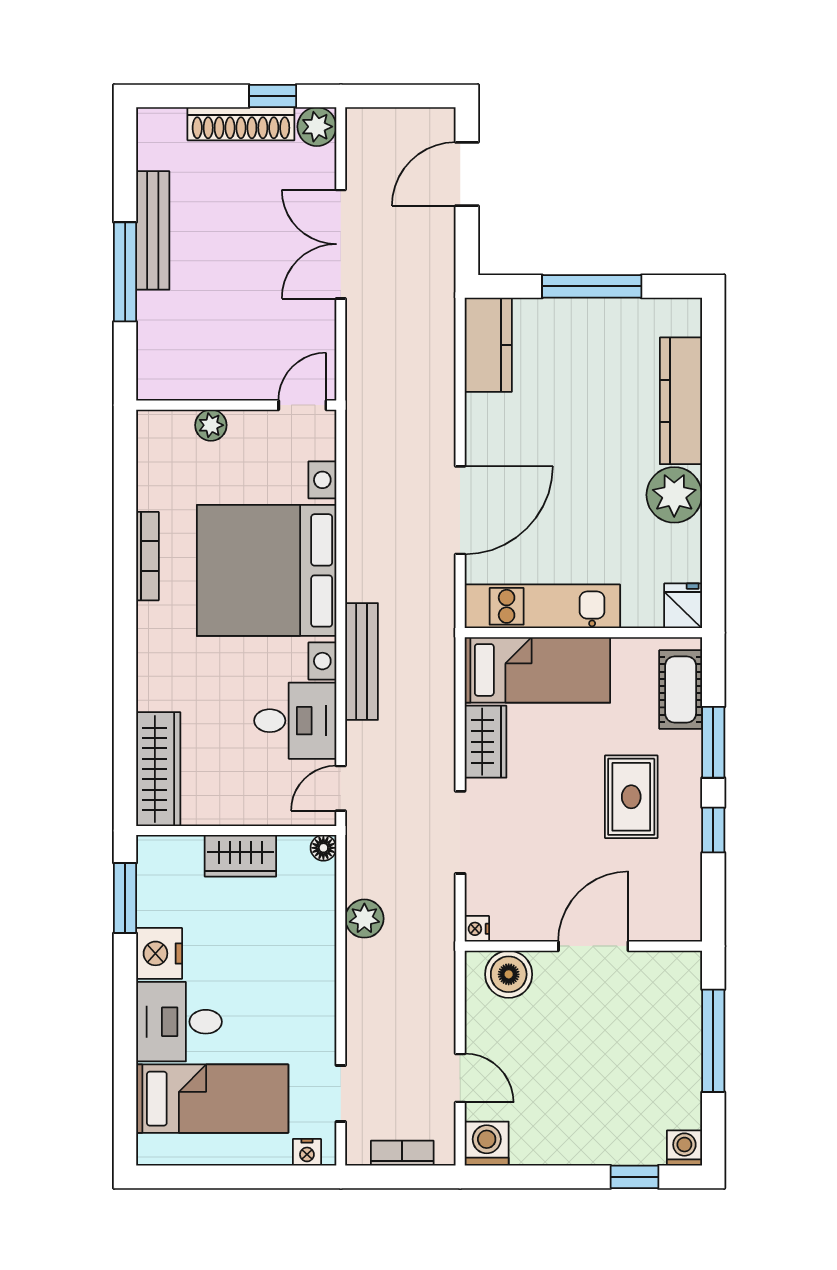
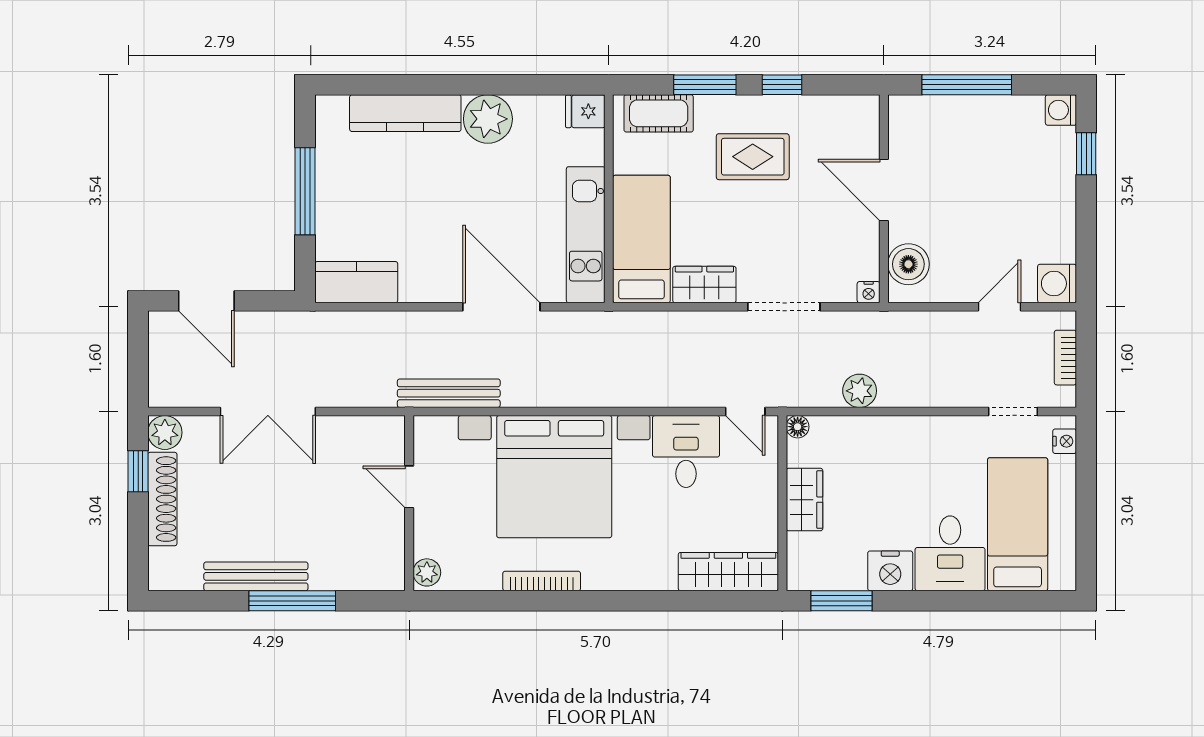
door: (302, 405) -> (409, 487), moved
plant: (211, 425) -> (427, 572), moved
bench: (362, 662) -> (449, 393), moved

